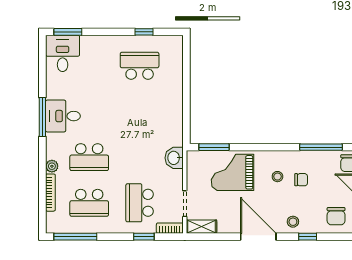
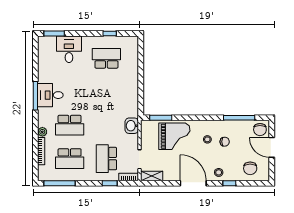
desk: (63, 53) -> (69, 49), moved
grand piano: (232, 172) -> (174, 136), turned 180

